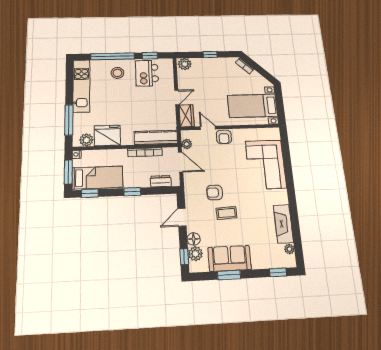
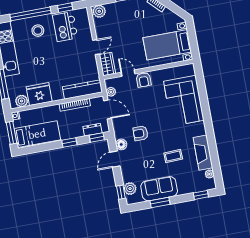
window: (90, 193) -> (97, 137), moved
coffee table: (227, 213) -> (173, 156), moved
floor lamp: (194, 239) -> (121, 144), moved

